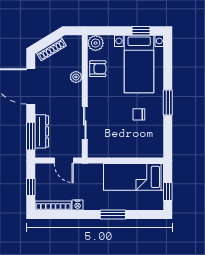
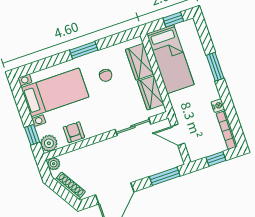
window: (141, 31) -> (32, 135), moved
plant: (76, 77) -> (54, 164), moved
dresser: (42, 131) -> (156, 167), removed
wardrobe: (109, 149) -> (151, 93), added
wardrobe: (140, 149) -> (140, 62), added
door: (64, 160) -> (178, 135), swing flipped

